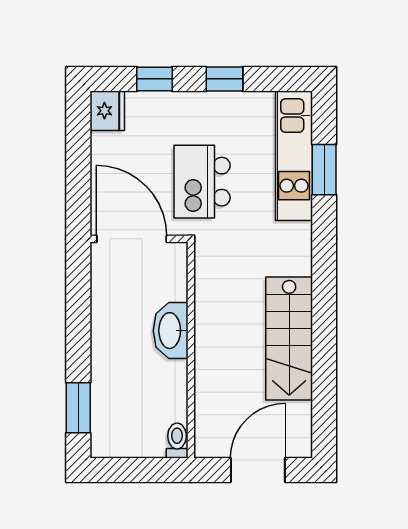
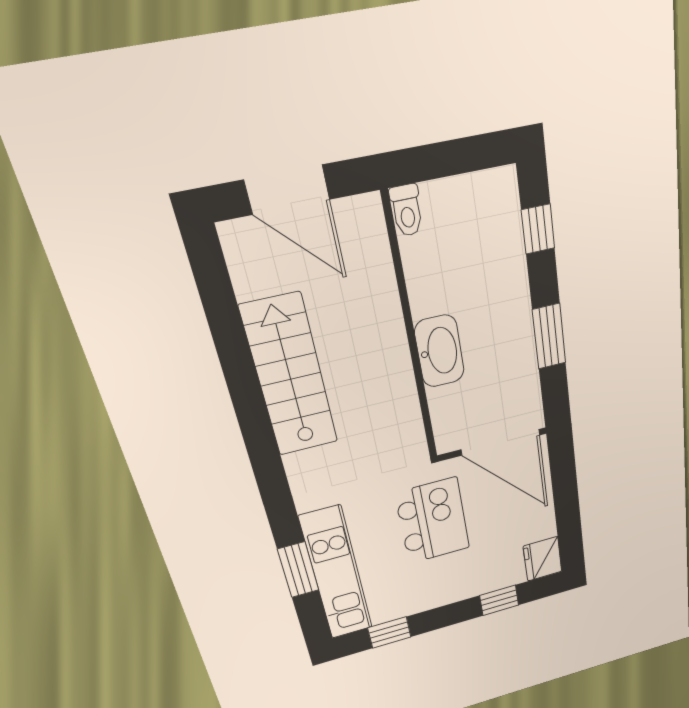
window: (224, 79) -> (389, 632), moved
window: (78, 321) -> (549, 336), added
window: (78, 408) -> (538, 229), width x0.67
door: (258, 470) -> (287, 190), hinge flipped

